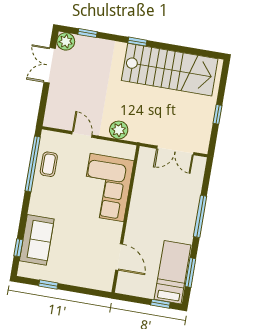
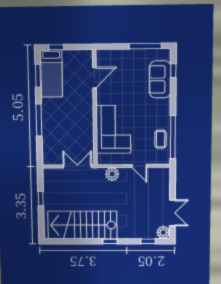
double door: (175, 150) -> (77, 166), moved
door: (119, 257) -> (94, 78), swing flipped
window: (48, 285) -> (145, 46), width x2.17

